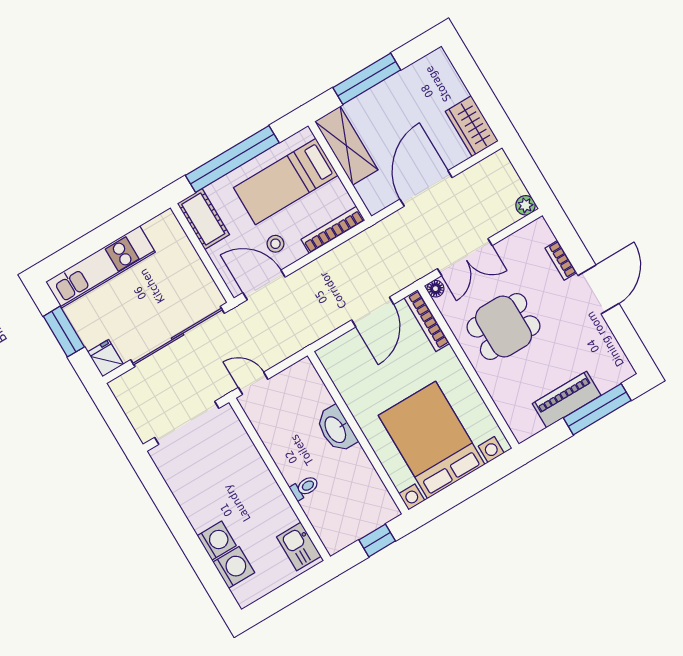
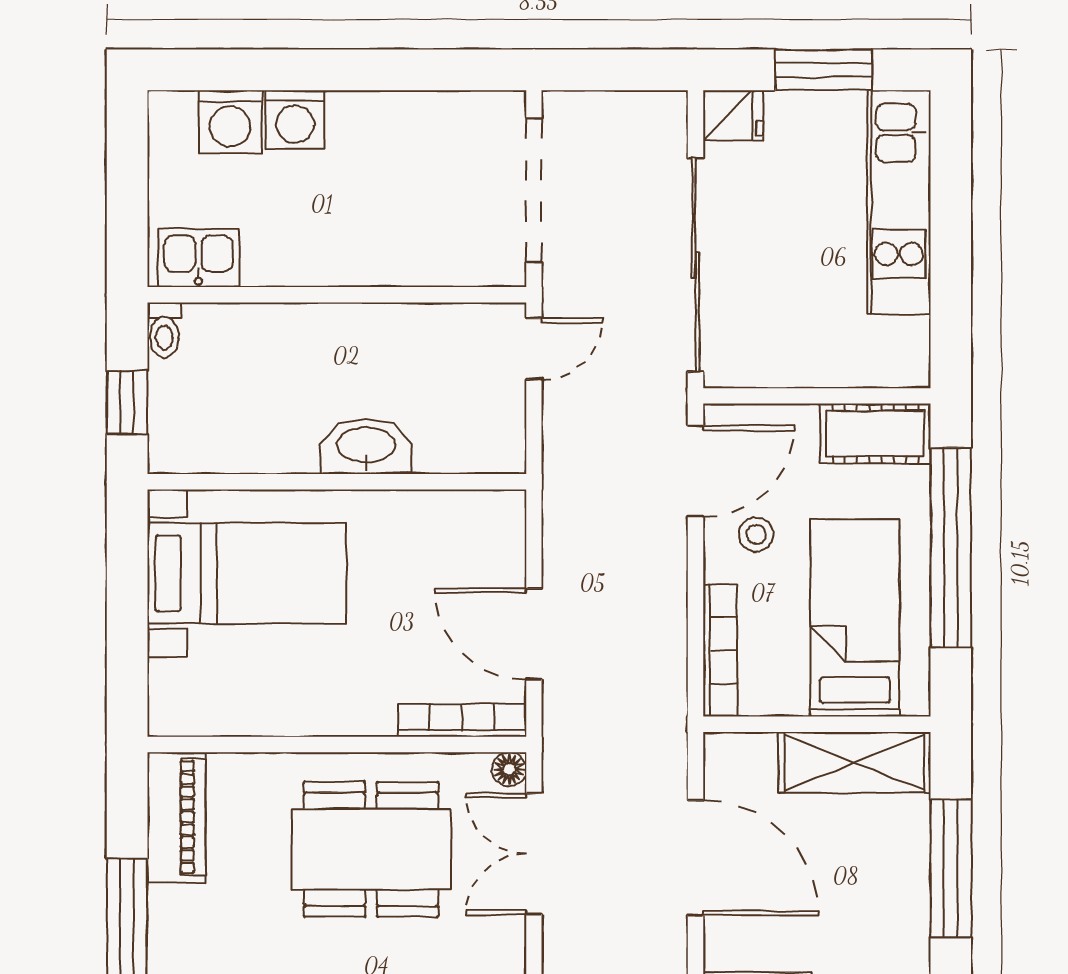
dining table: (504, 326) -> (371, 849), width x1.38
piano: (567, 399) -> (176, 817), moved
bed with nightstands: (432, 440) -> (247, 573), width x0.73
toilet: (305, 488) -> (164, 330), moved

